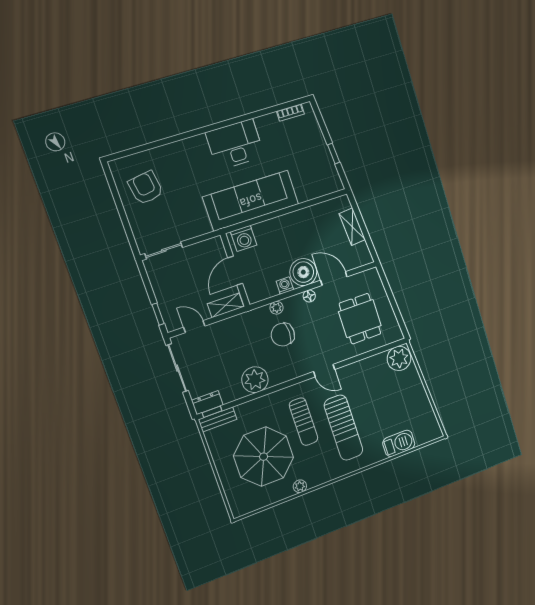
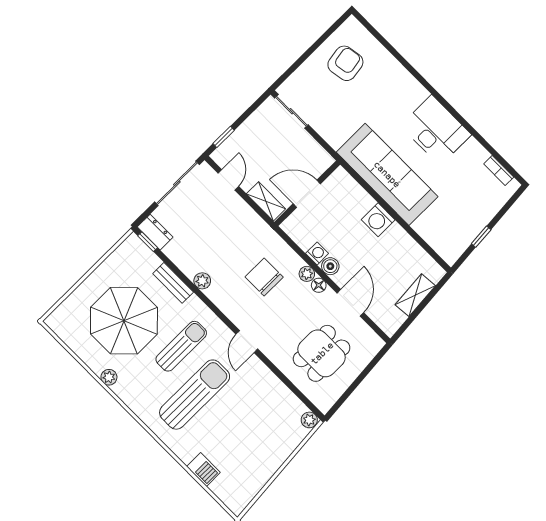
washing machine: (244, 238) -> (378, 220), moved
boiler: (303, 272) -> (330, 266), width x0.54, depth x0.54
plant: (276, 308) -> (307, 274), moved
plant: (399, 358) -> (309, 420), width x0.53, depth x0.53
plant: (255, 380) -> (202, 281), width x0.53, depth x0.53
bench: (218, 419) -> (173, 283), moved
sun lounger: (304, 422) -> (181, 346), turned 180
sun lounger: (344, 428) -> (195, 395), turned 180
barbecue: (399, 443) -> (203, 470), width x0.73, depth x0.79

